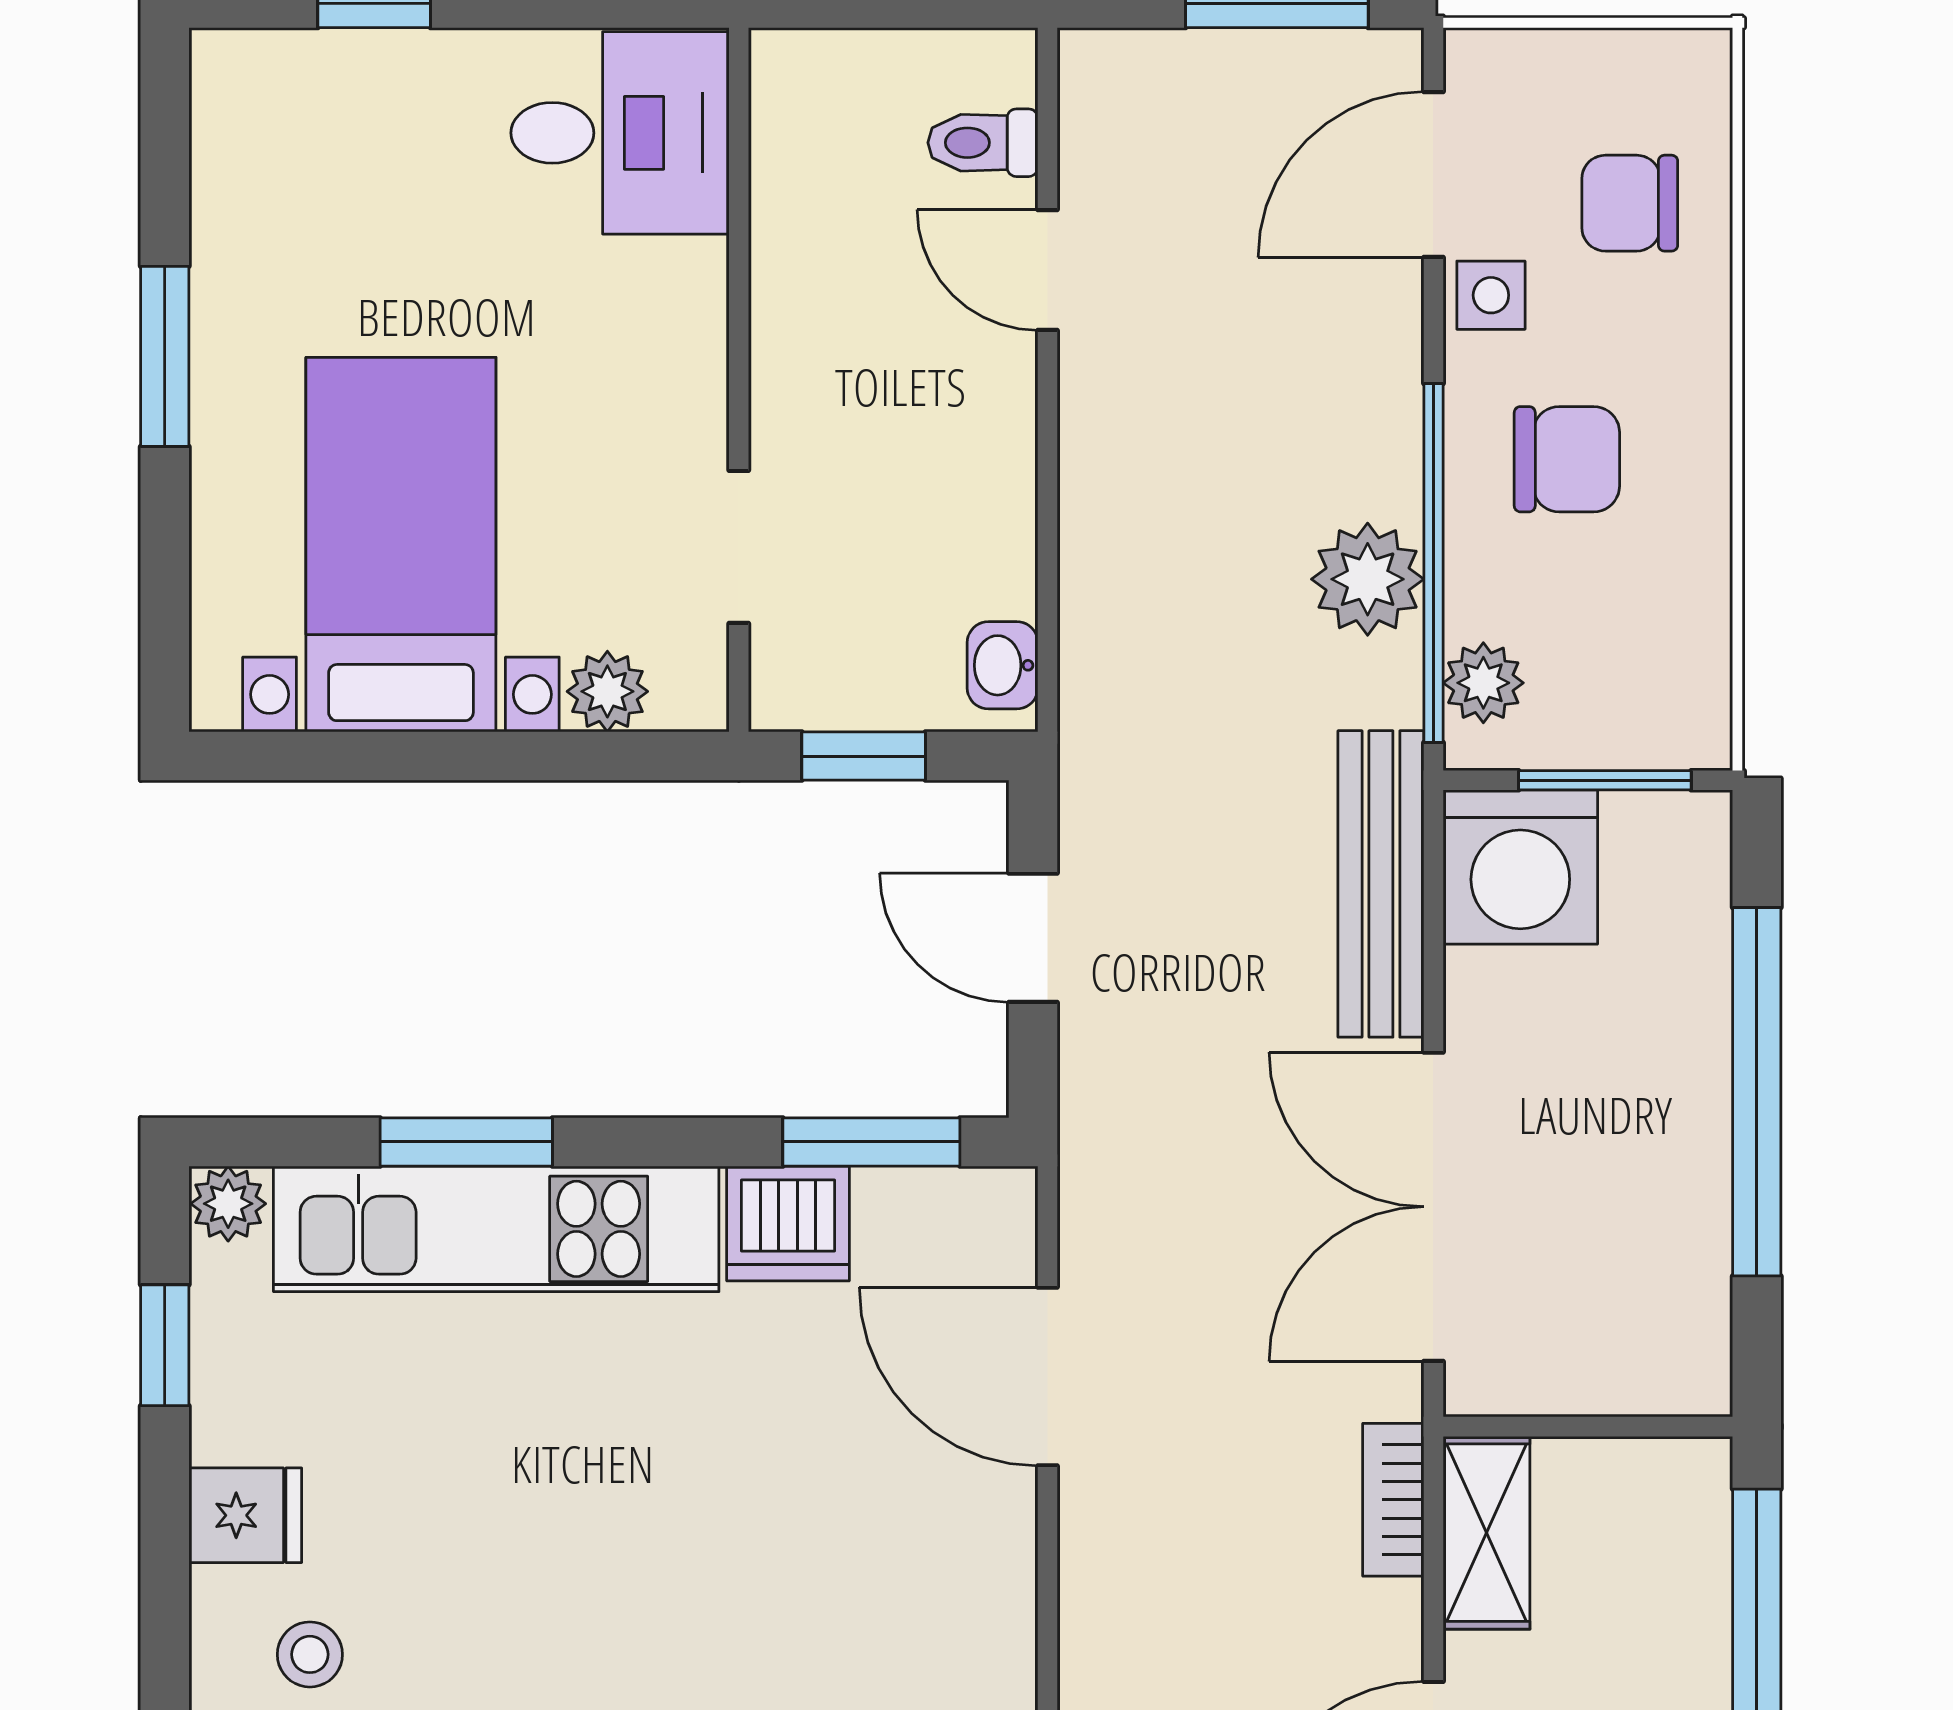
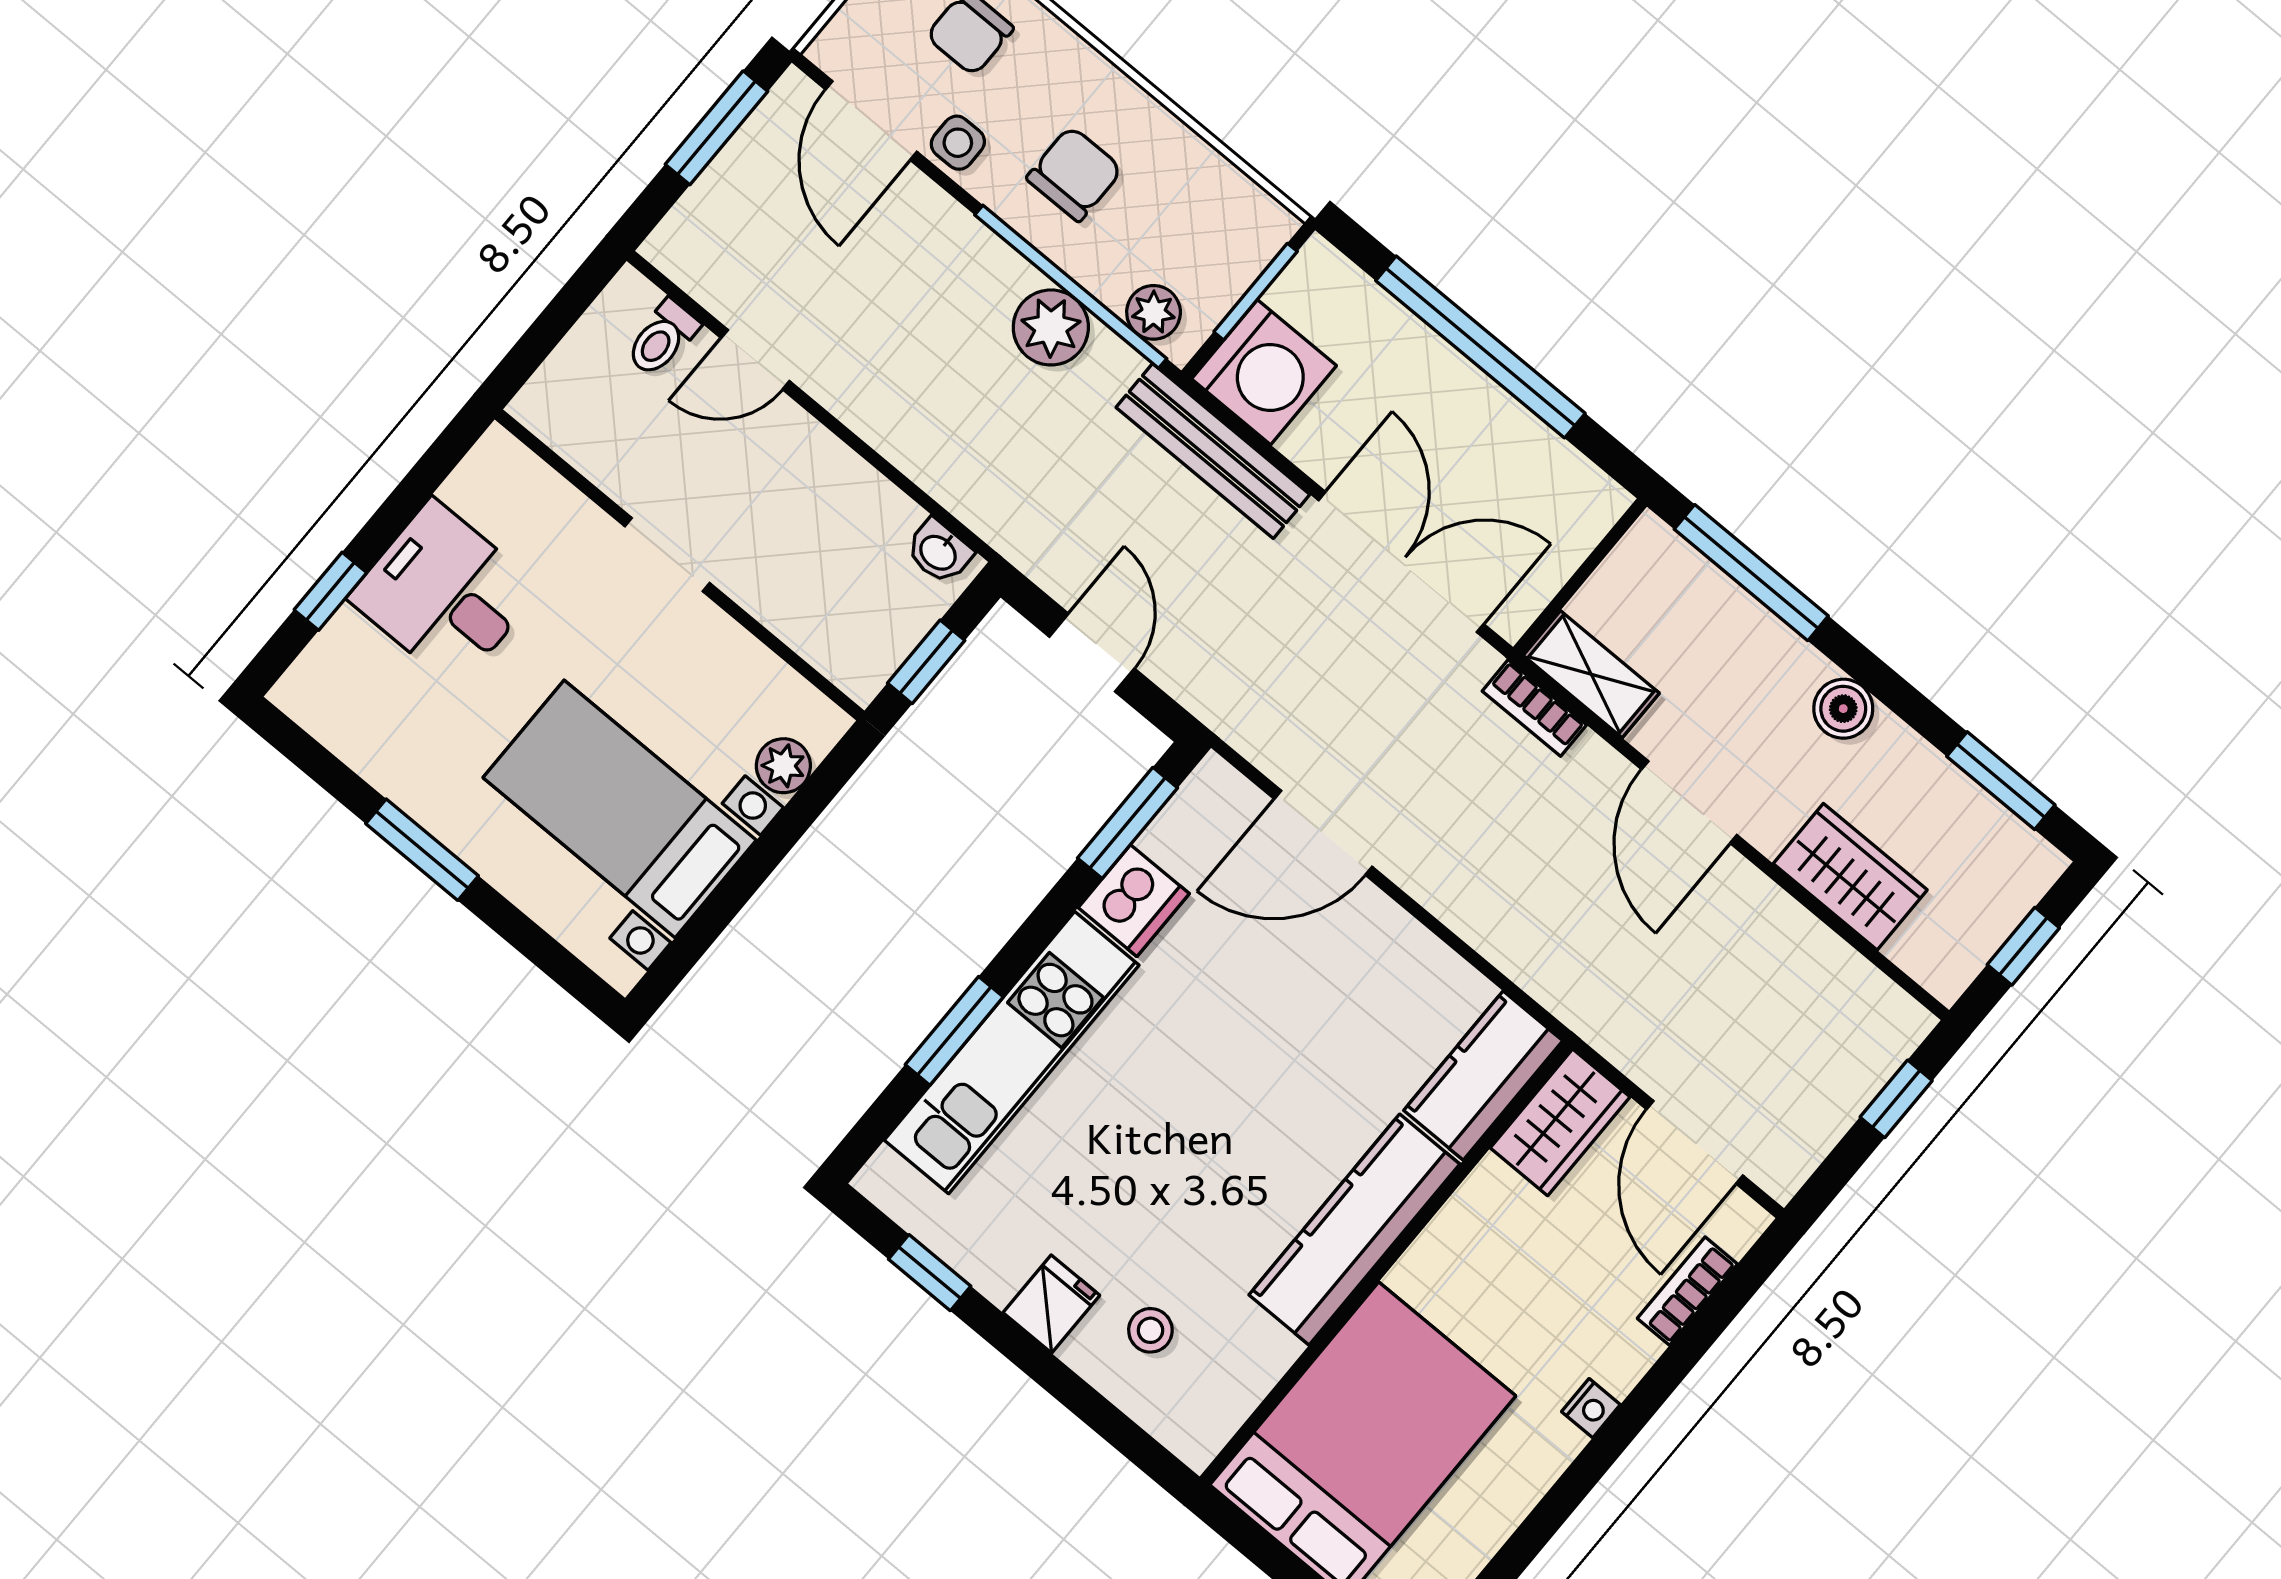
desk: (620, 133) -> (444, 593), moved, turned -90
doorway: (739, 547) -> (667, 555), moved
door: (1033, 938) -> (1092, 653), swing flipped
plant: (228, 1204) -> (884, 1180), removed
double door: (1433, 1207) -> (1401, 562), swing flipped

